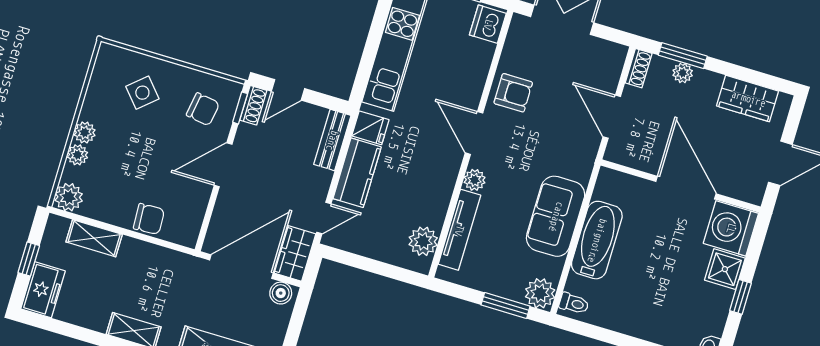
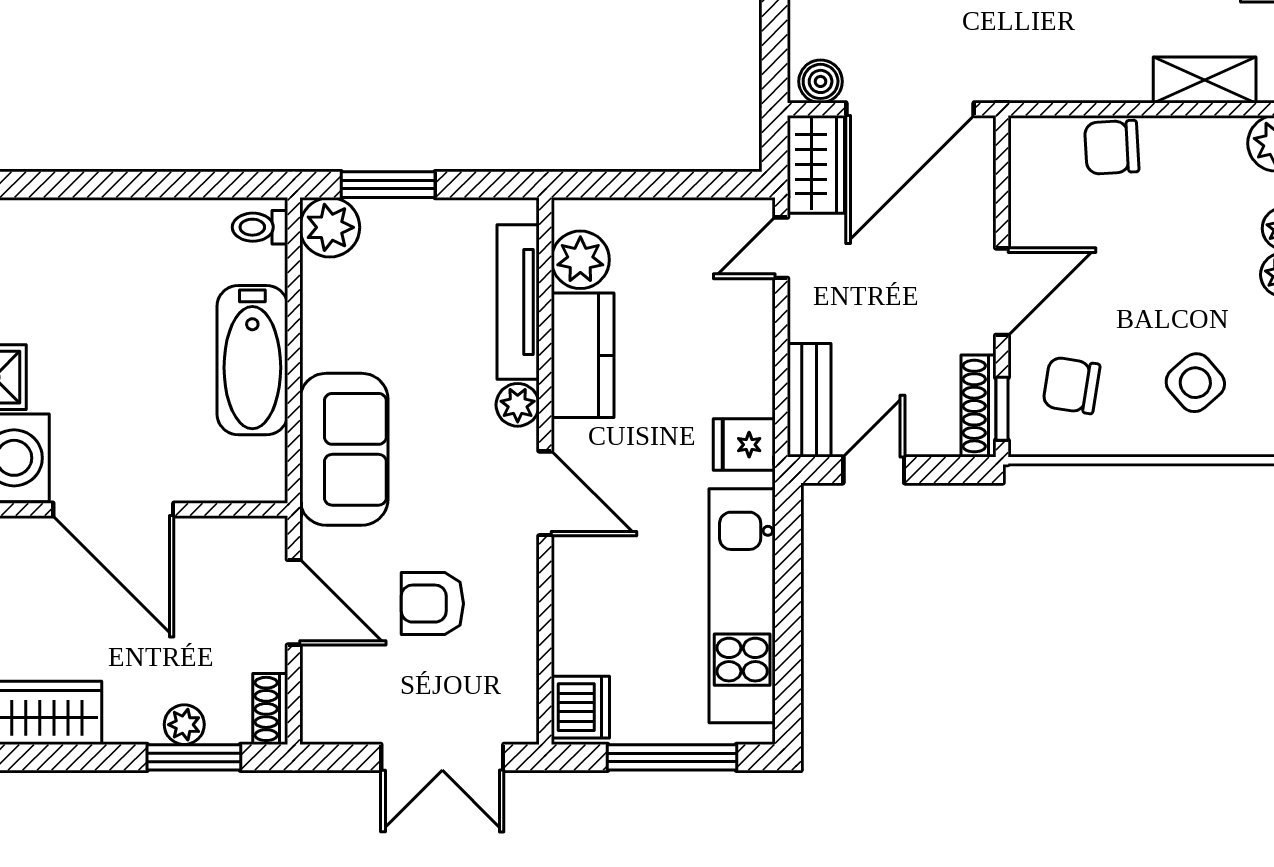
door: (288, 90) -> (874, 470), moved
armchair: (513, 93) -> (432, 604), moved
shoe rack: (253, 105) -> (978, 406), width x1.43
kitchen counter: (357, 173) -> (583, 355), moved, turned 180
sofa: (556, 216) -> (344, 449), moved

